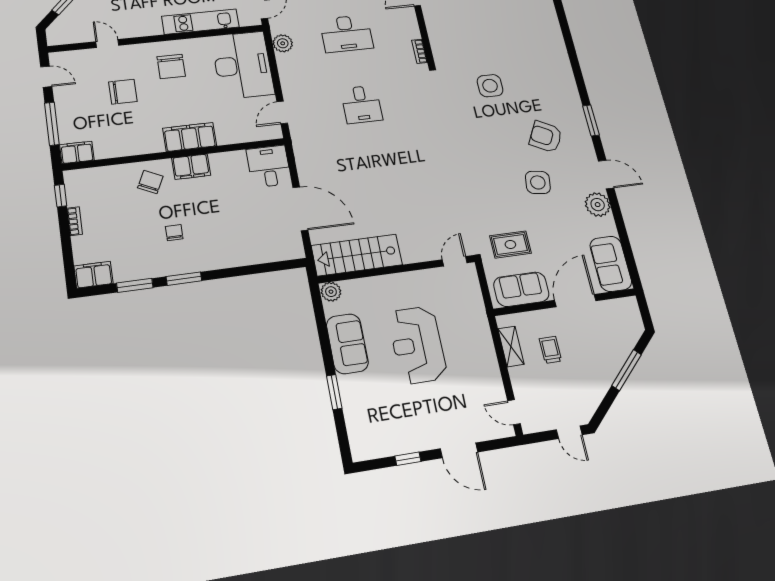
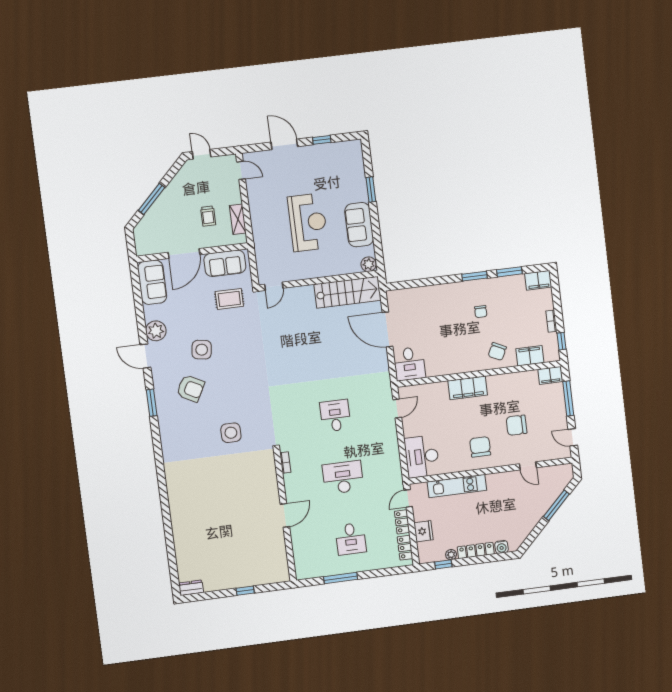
plant: (283, 43) -> (394, 468), removed
desk: (243, 65) -> (422, 457), width x0.73, depth x0.77
filing cabinet: (191, 167) -> (530, 356), moved

